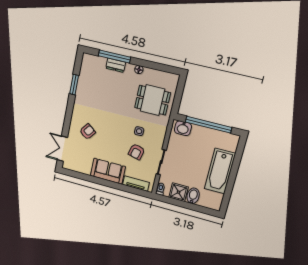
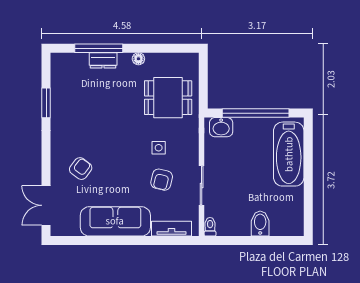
sofa: (108, 171) -> (115, 221), width x1.36
bathtub: (220, 171) -> (289, 154), moved
shower: (179, 192) -> (238, 224), removed

